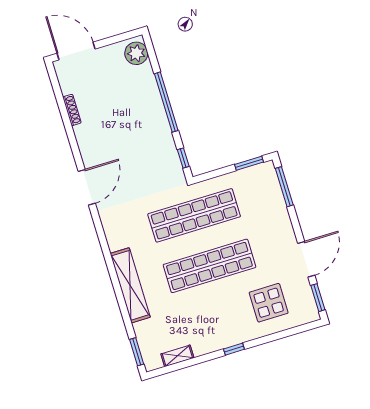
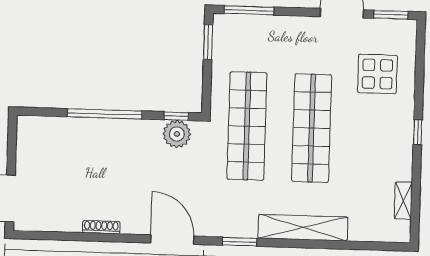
plant: (136, 53) -> (177, 134), moved
shoe rack: (72, 110) -> (101, 227), moved
window: (137, 352) -> (240, 242), moved

